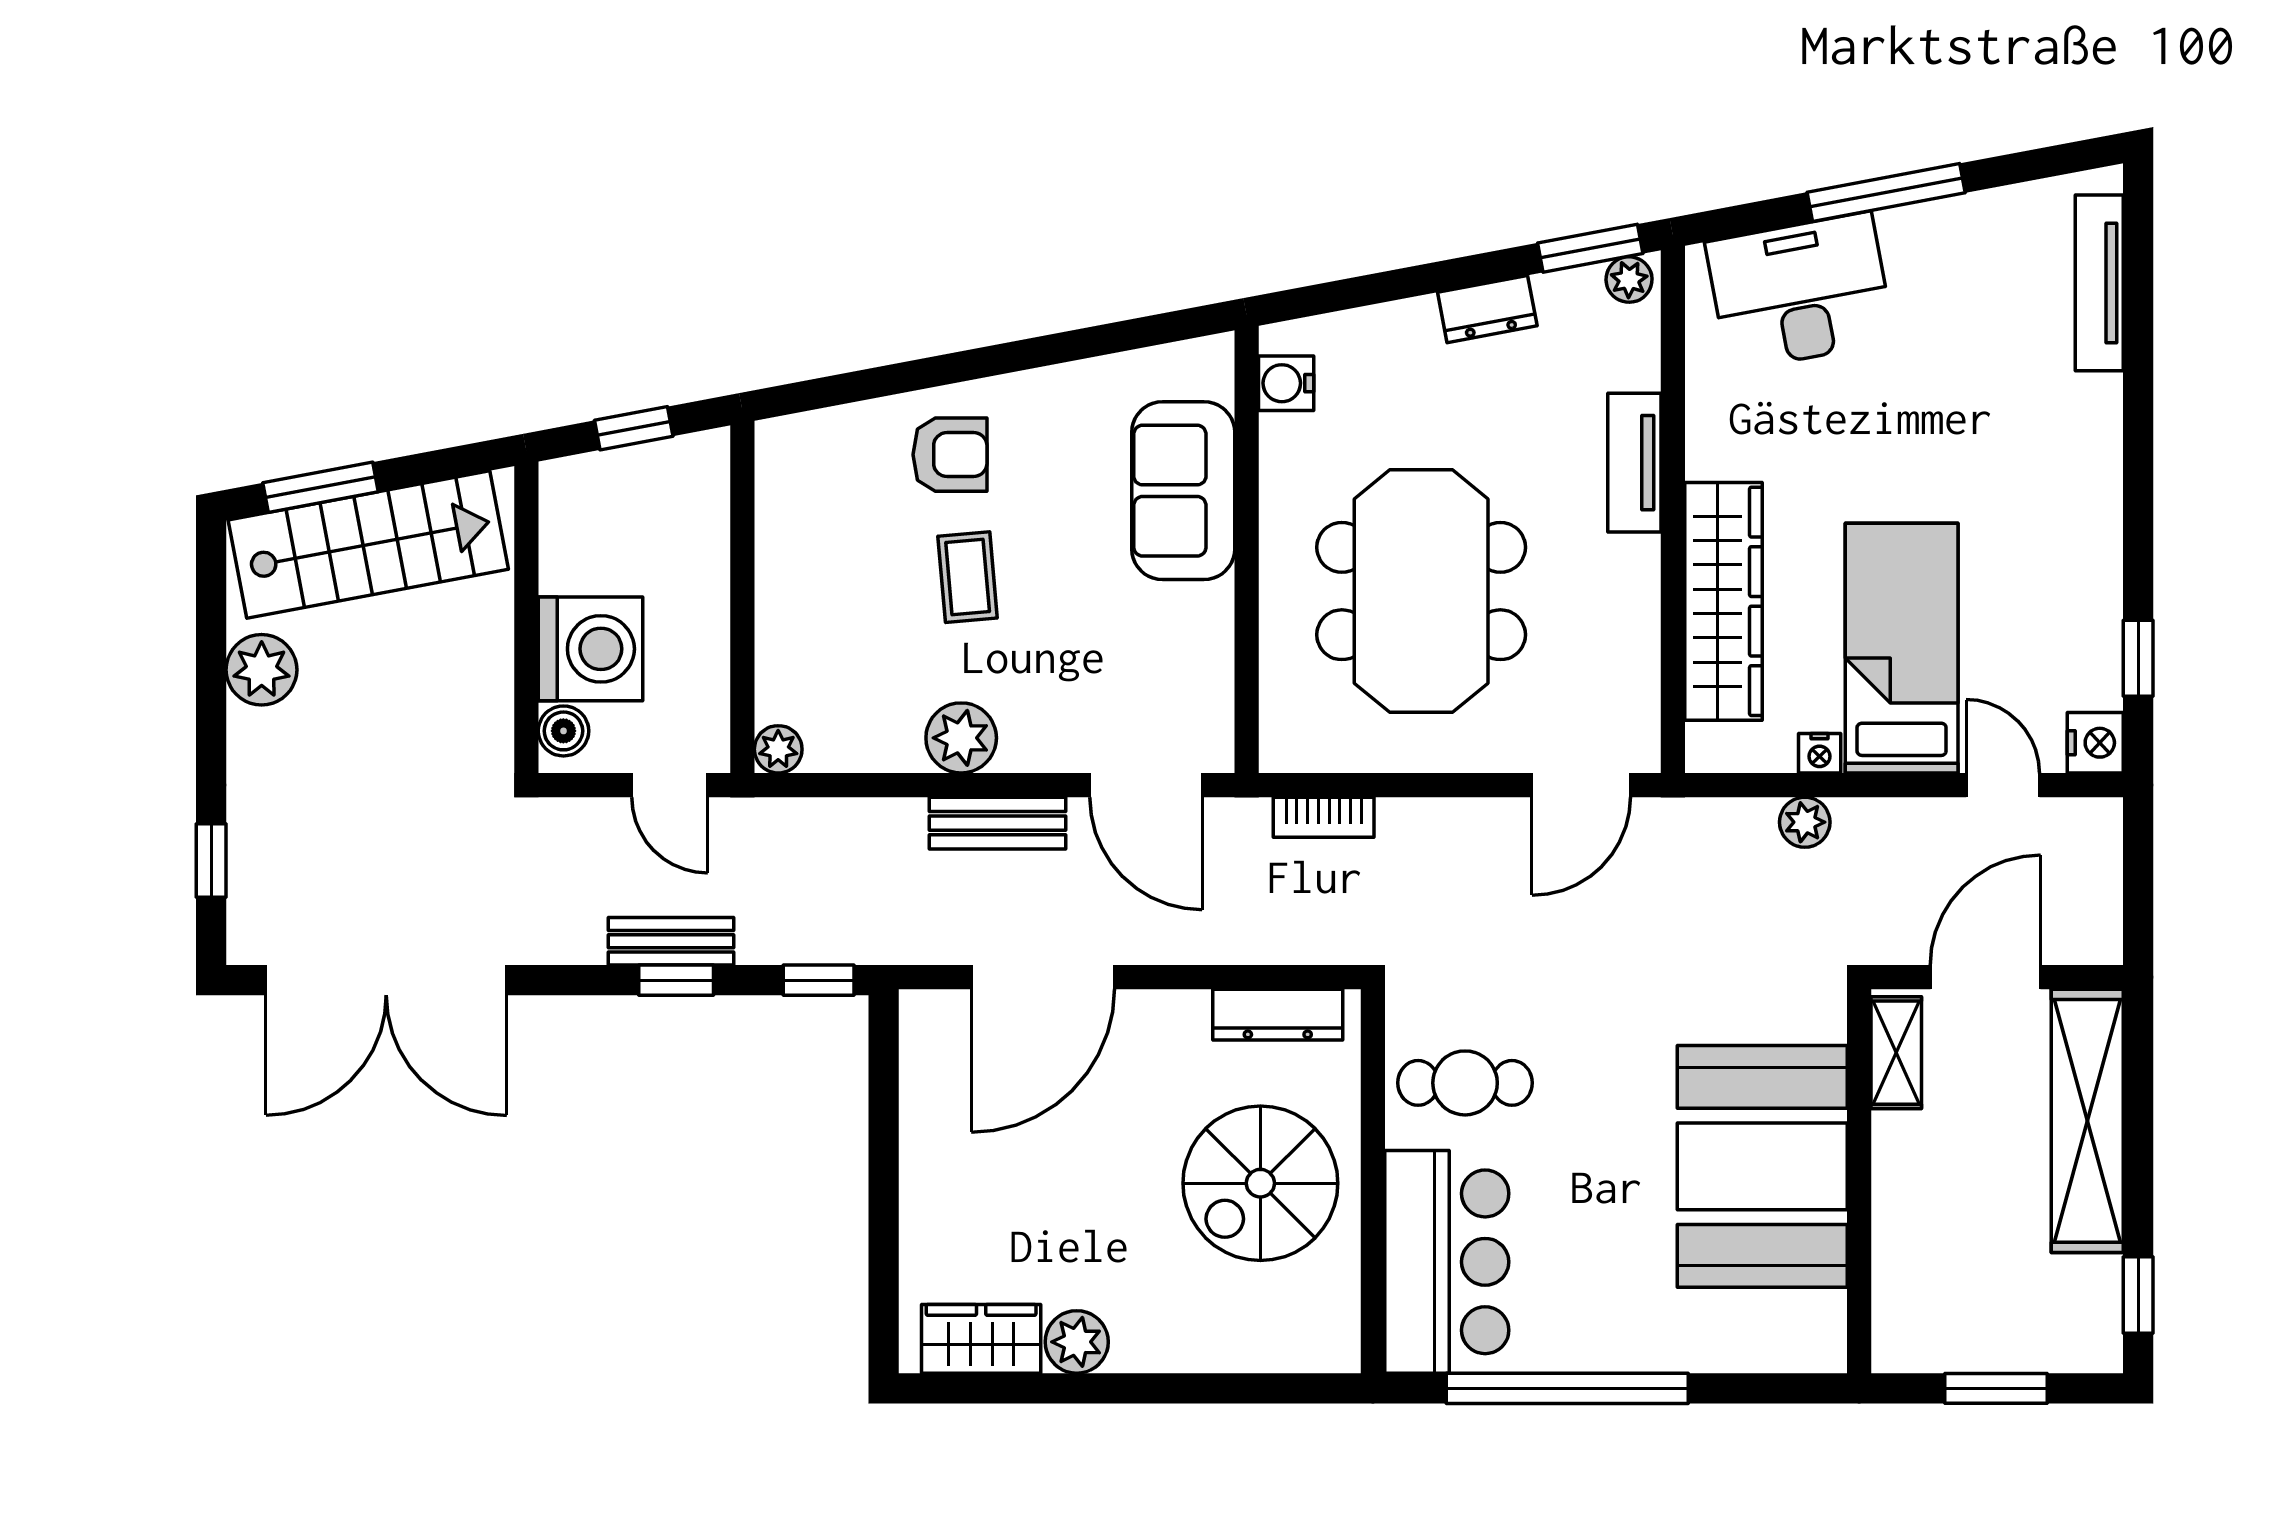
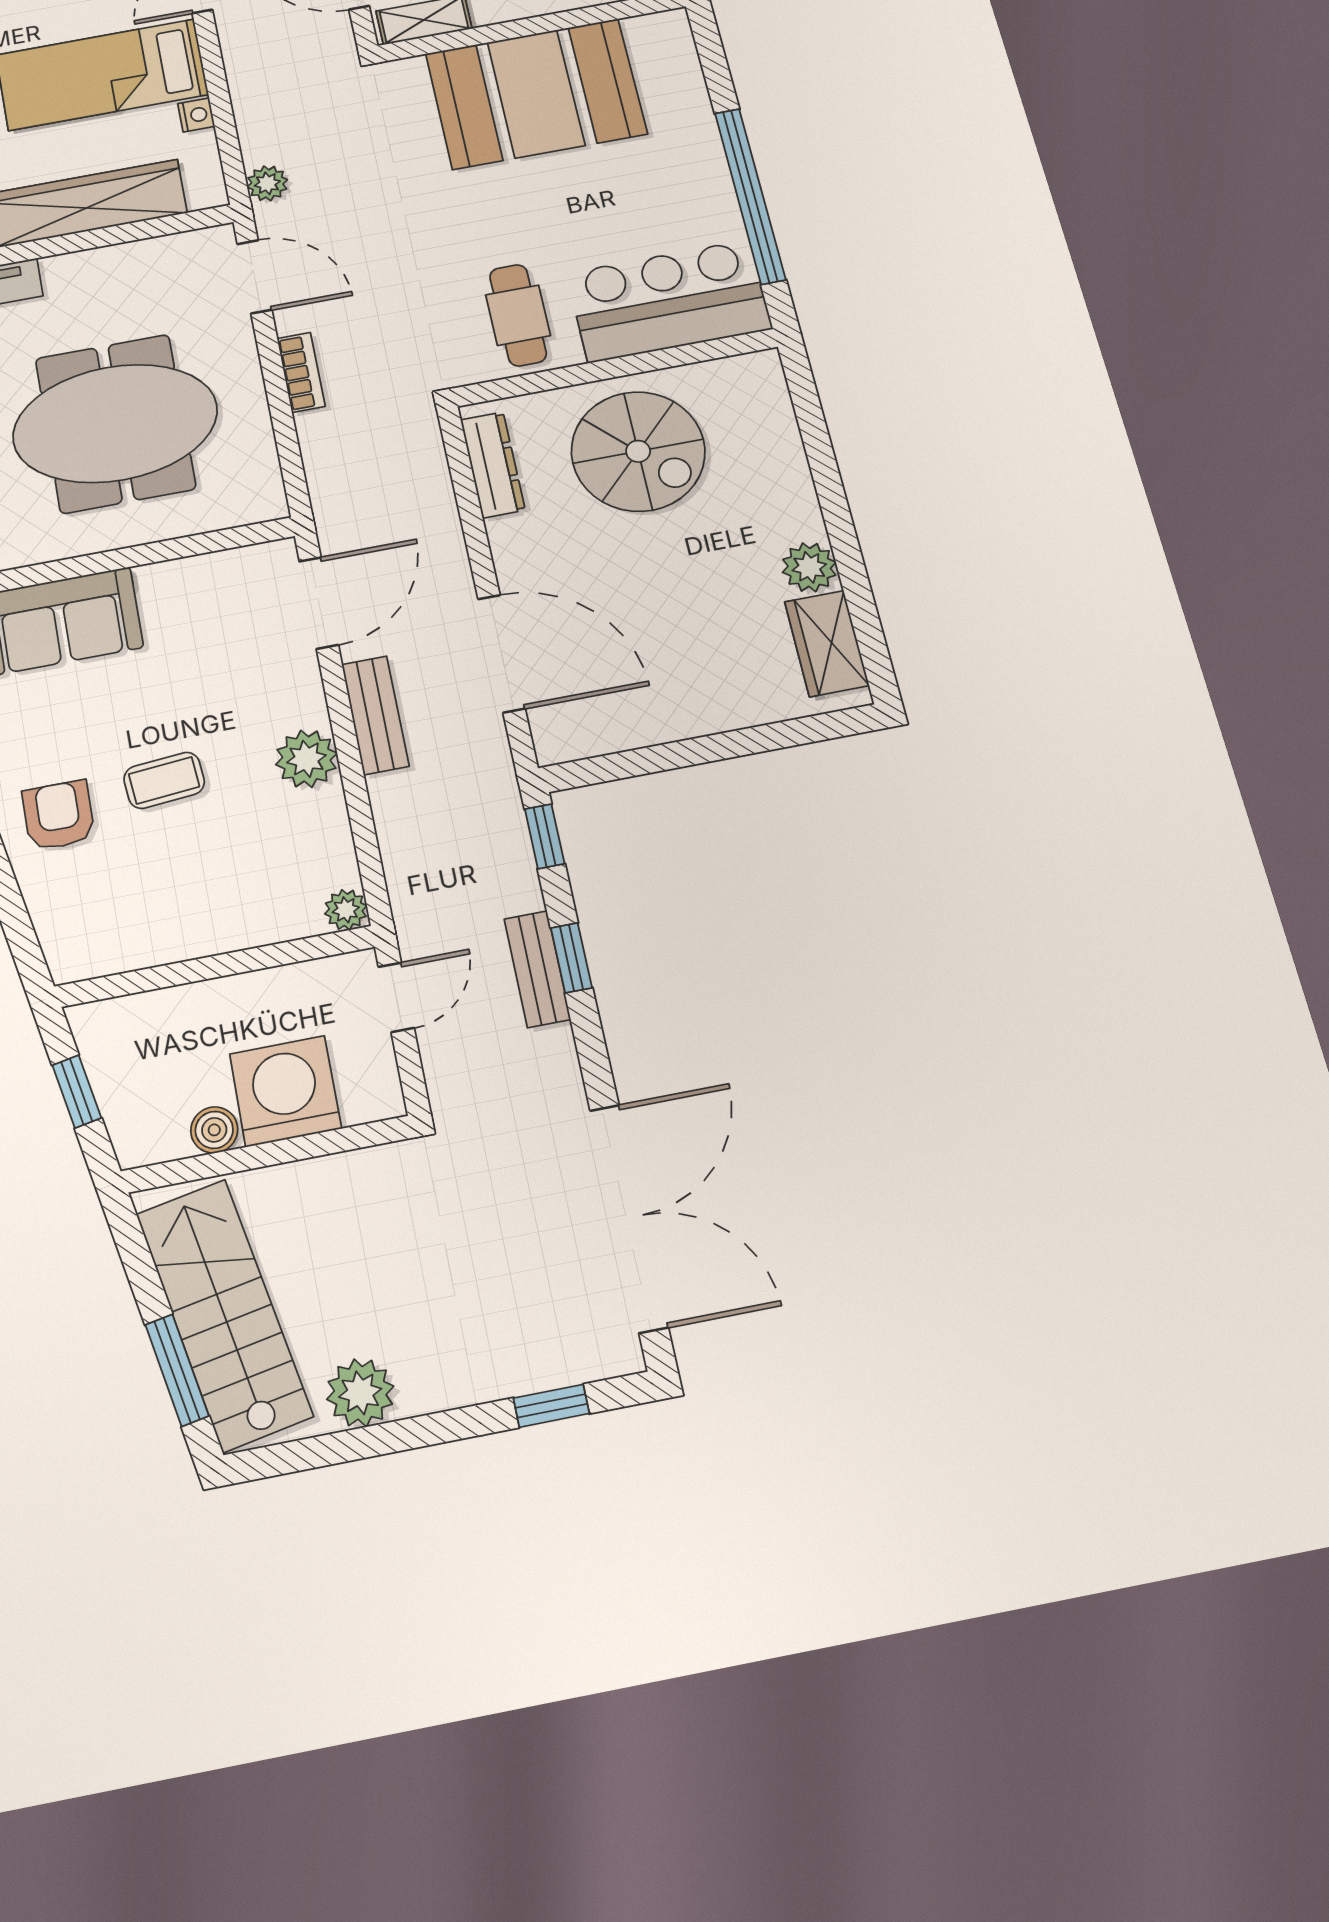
boiler: (563, 731) -> (214, 1130), moved
bookcase: (1324, 817) -> (301, 372), moved
plant: (1805, 822) -> (267, 183), moved

